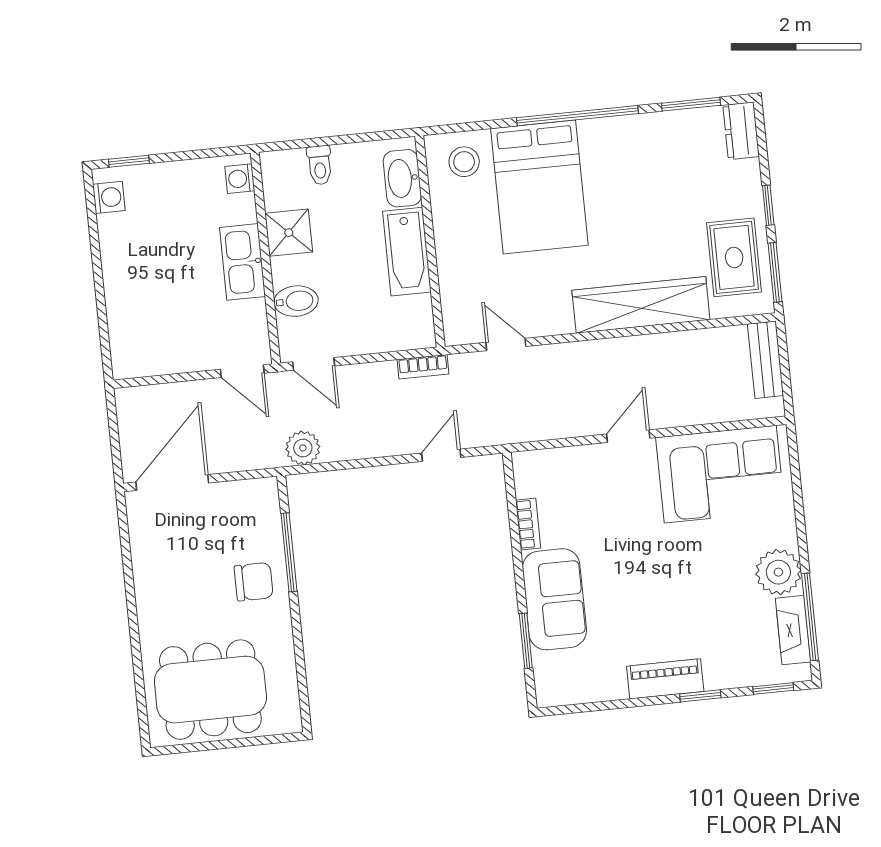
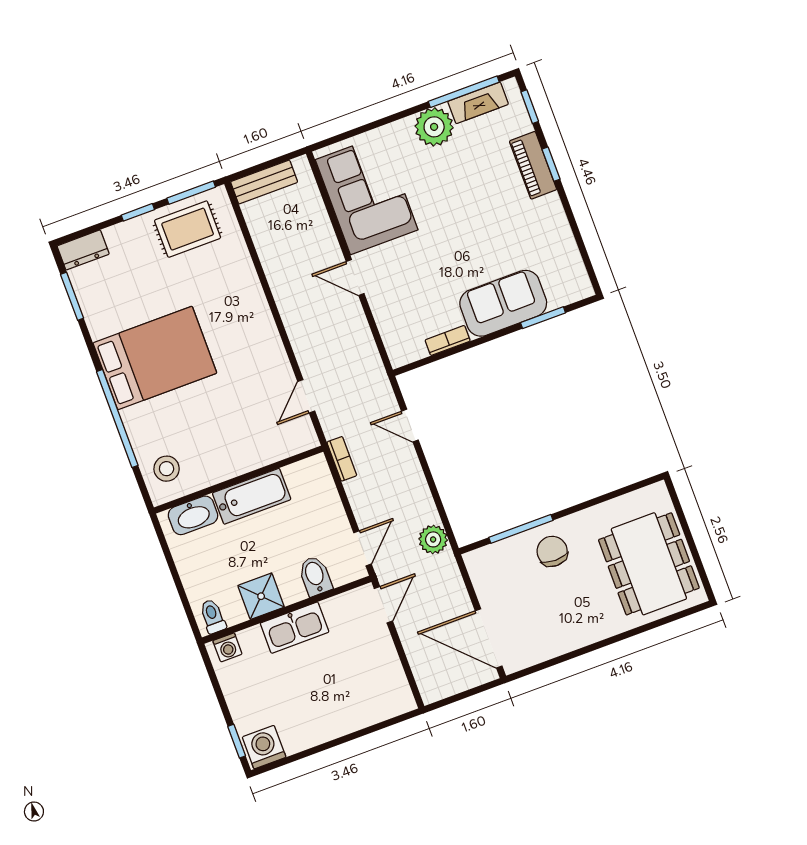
window: (577, 116) -> (117, 419), moved
toilet: (320, 165) -> (213, 616), moved, turned -90
bed: (539, 187) -> (155, 358), moved
washing machine: (109, 197) -> (264, 747), width x1.38, depth x1.38
wardrobe: (641, 305) -> (246, 295), removed
piano: (665, 679) -> (533, 165), moved

